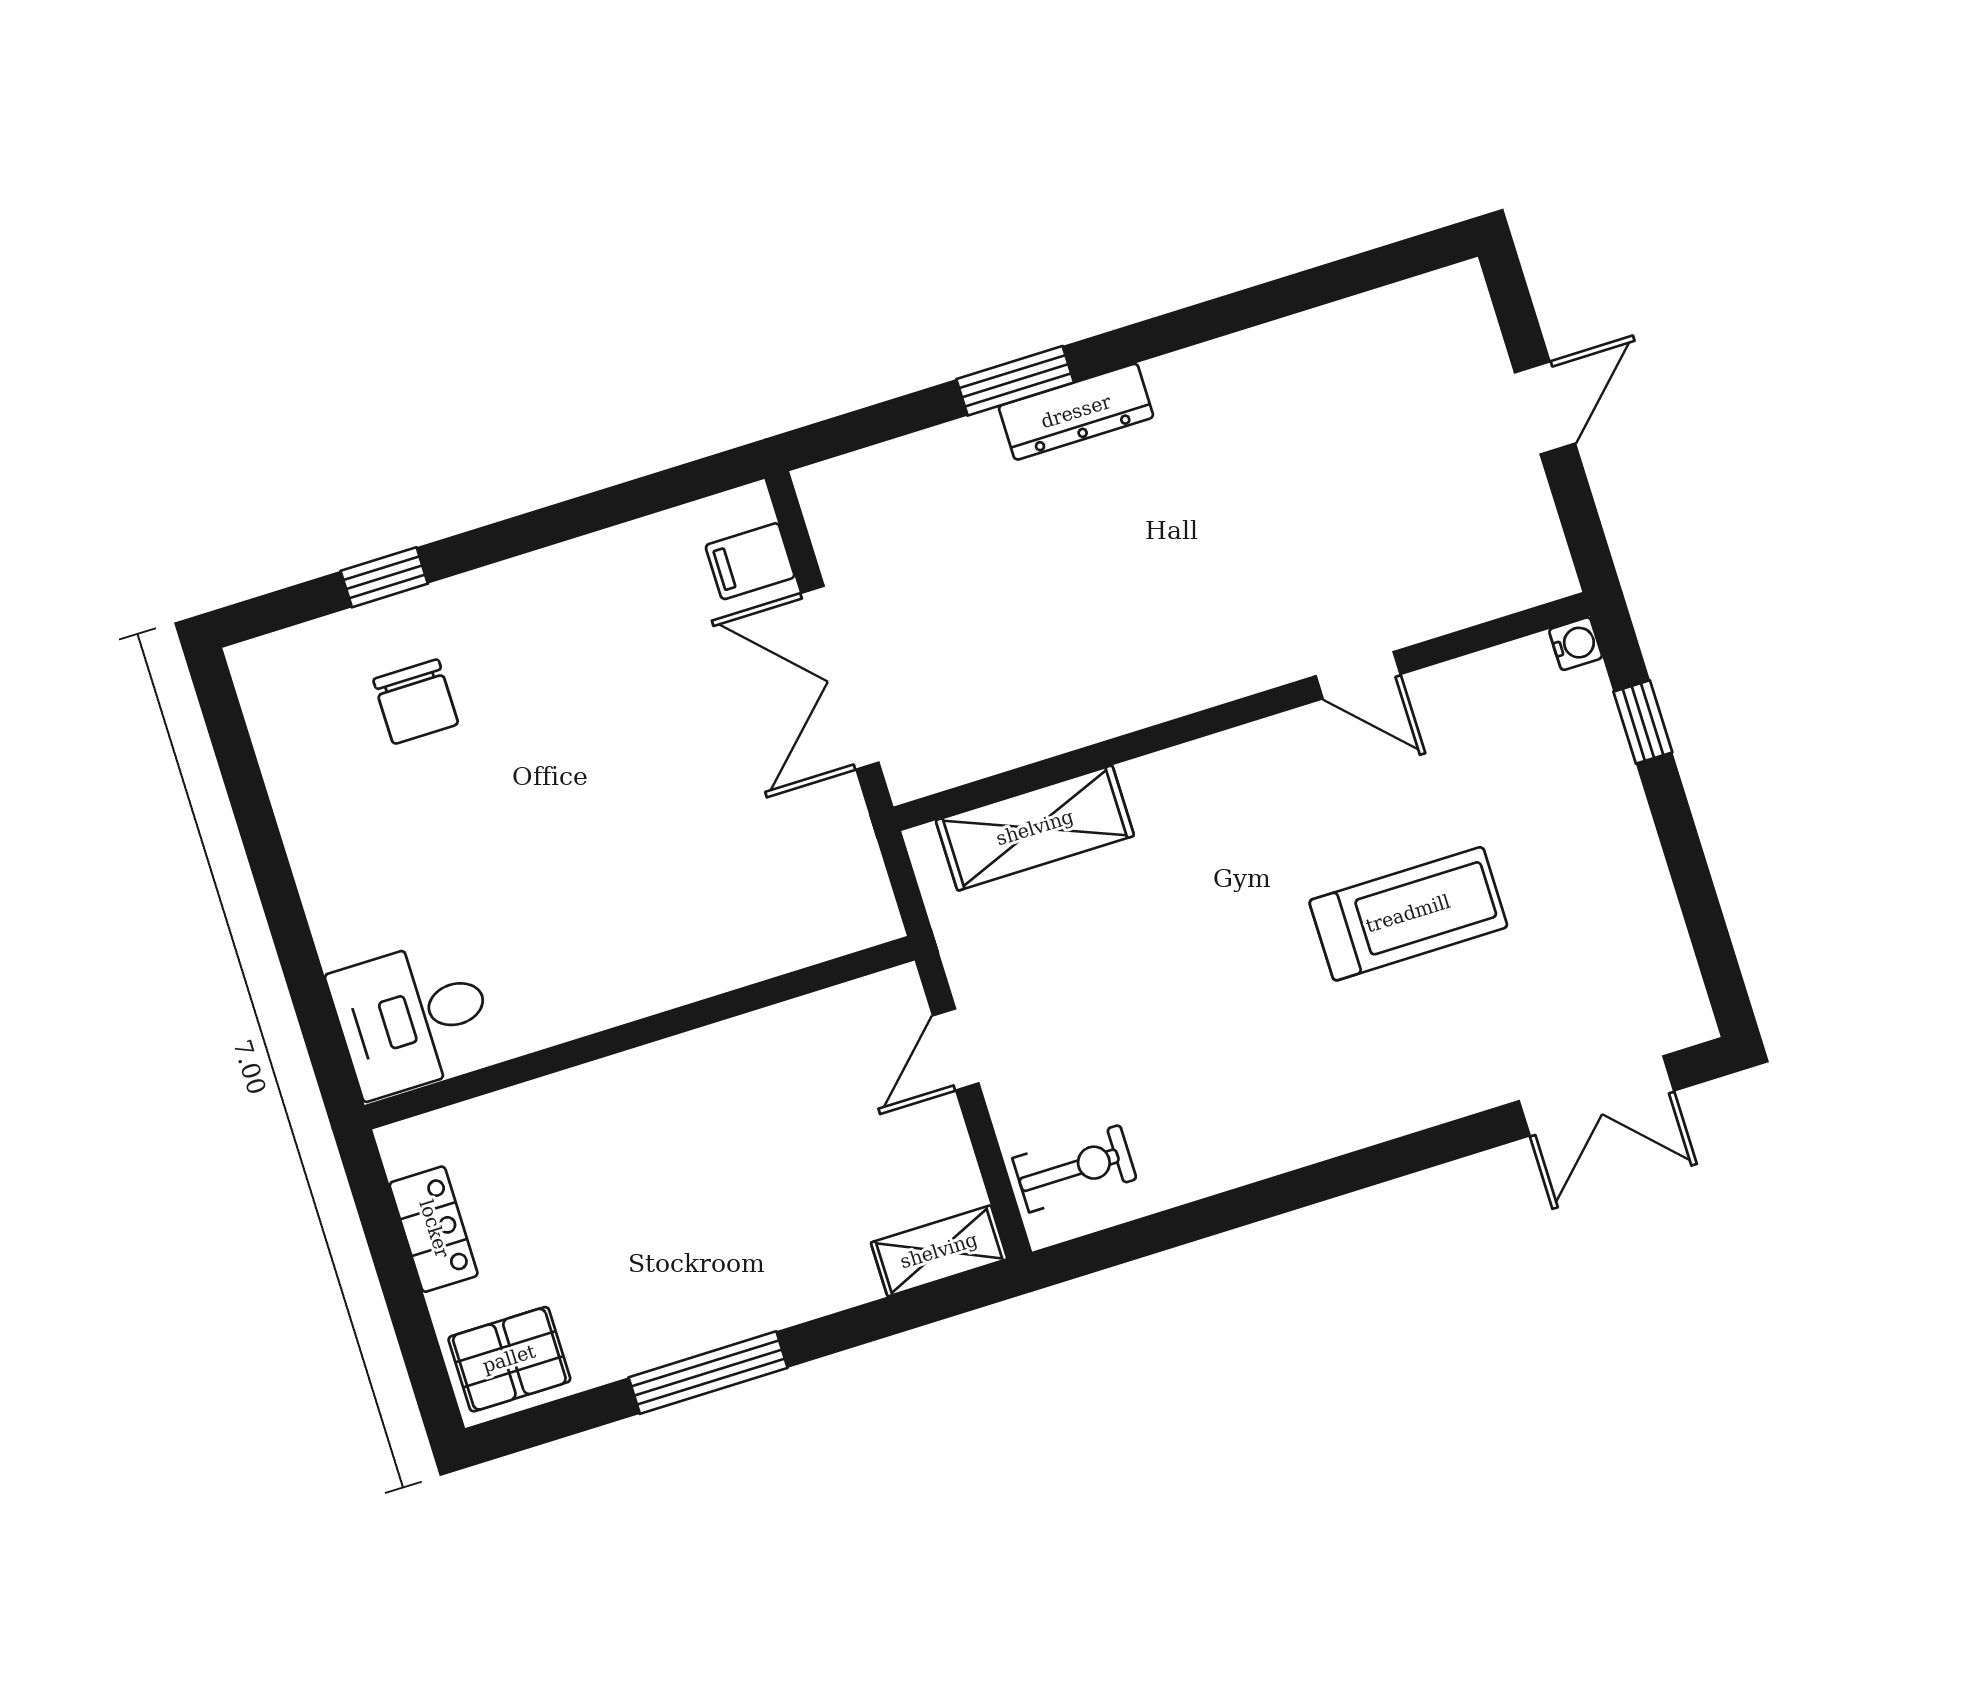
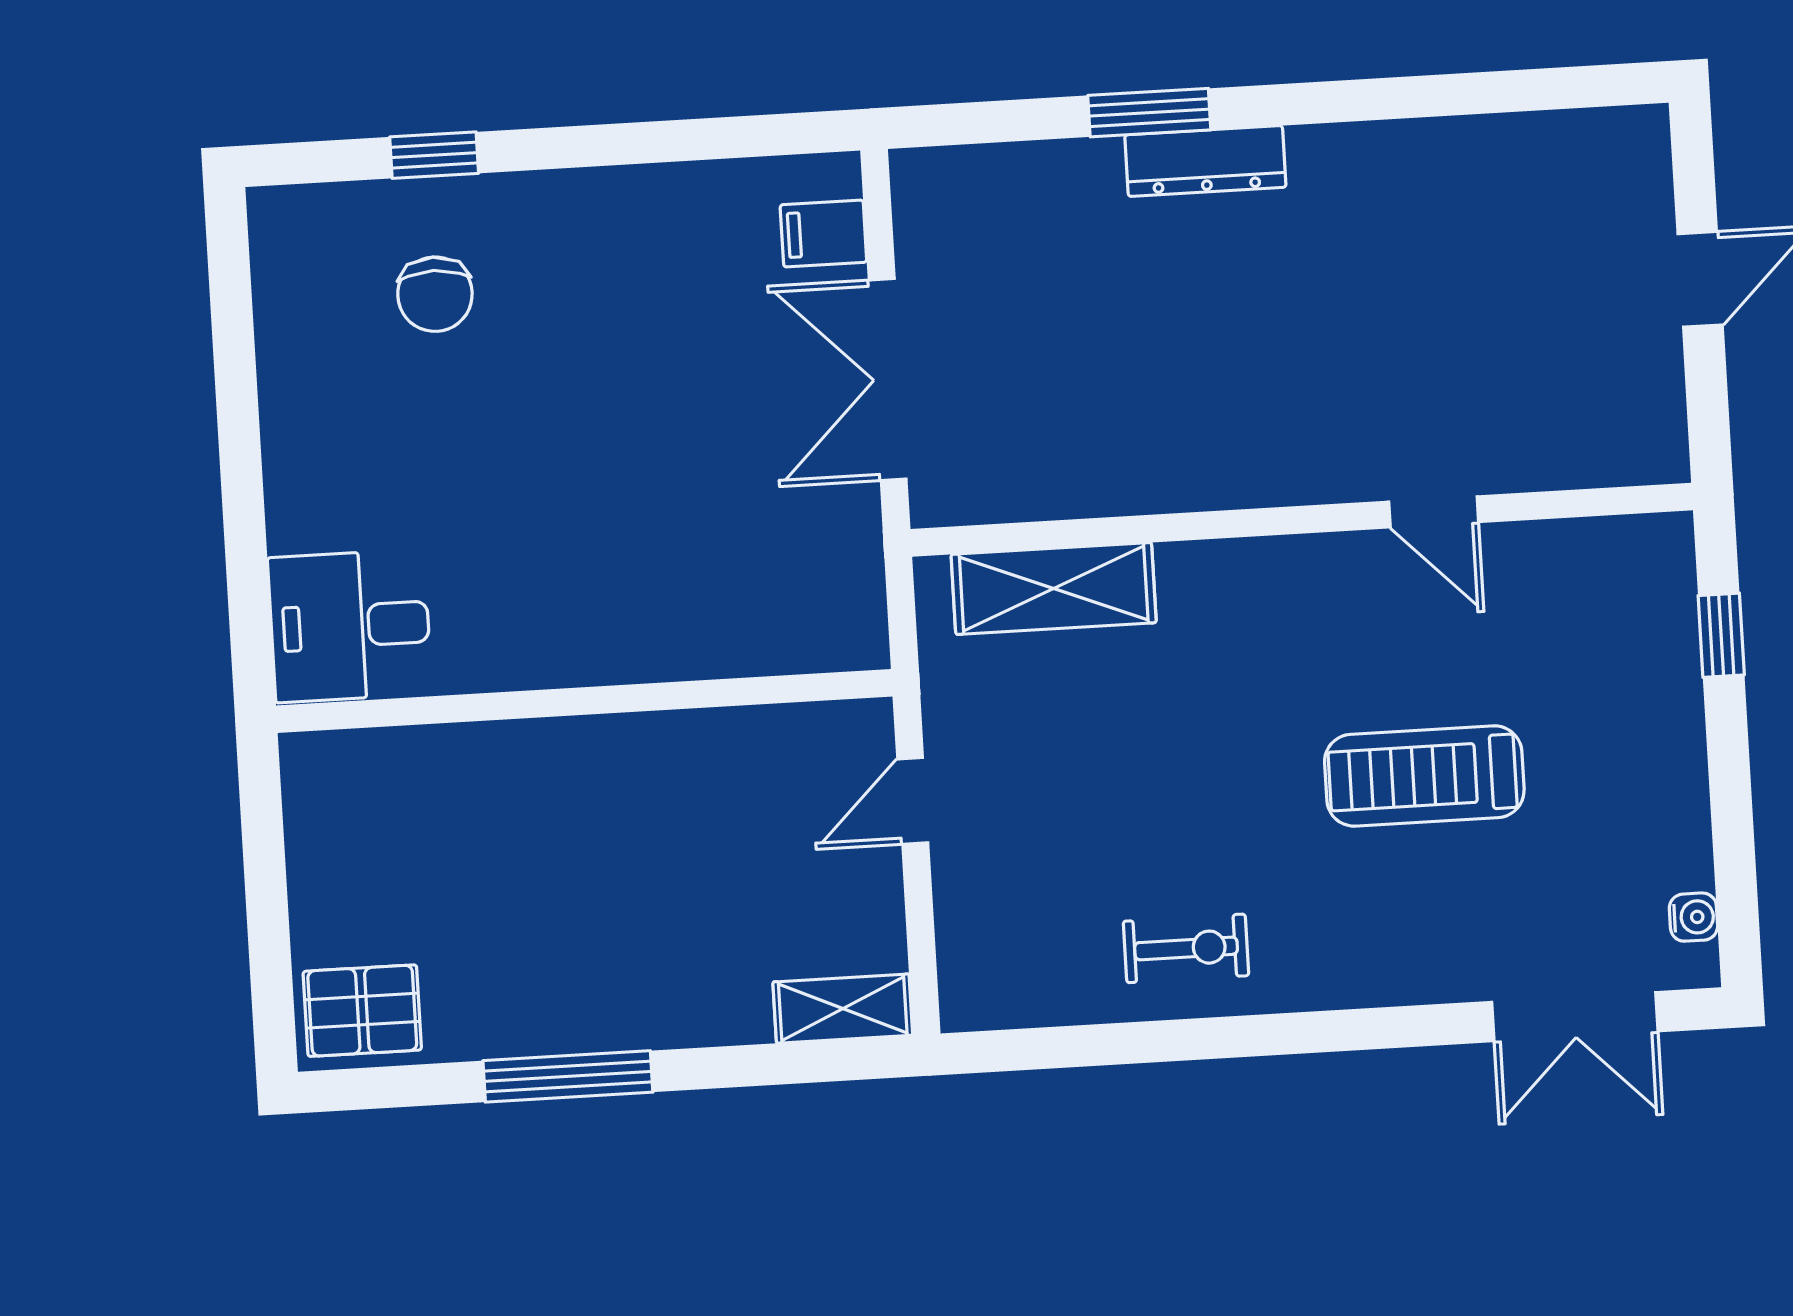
water cooler: (1576, 644) -> (1693, 917), moved
treadmill: (1408, 914) -> (1424, 776), turned 180
exercise bike: (1074, 1169) -> (1186, 948), moved
locker: (434, 1229) -> (316, 854), removed

